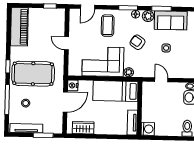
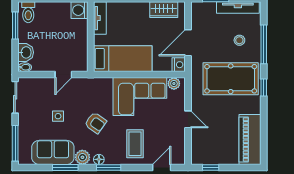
plant: (129, 72) -> (174, 84), moved
door: (161, 80) -> (63, 75), hinge flipped

